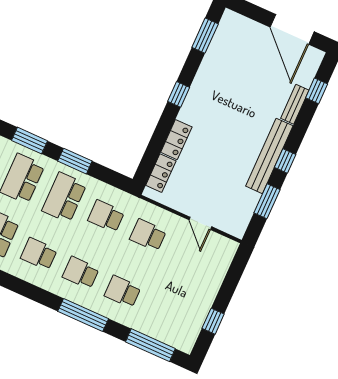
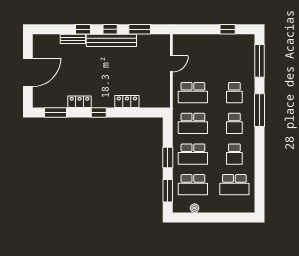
door: (292, 29) -> (28, 72), moved
window: (317, 91) -> (83, 29), moved
locker: (161, 173) -> (80, 102), moved
school desk: (106, 216) -> (193, 123), width x1.85
school desk: (148, 235) -> (193, 93), width x1.85

